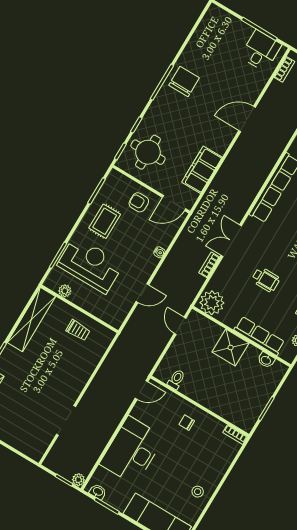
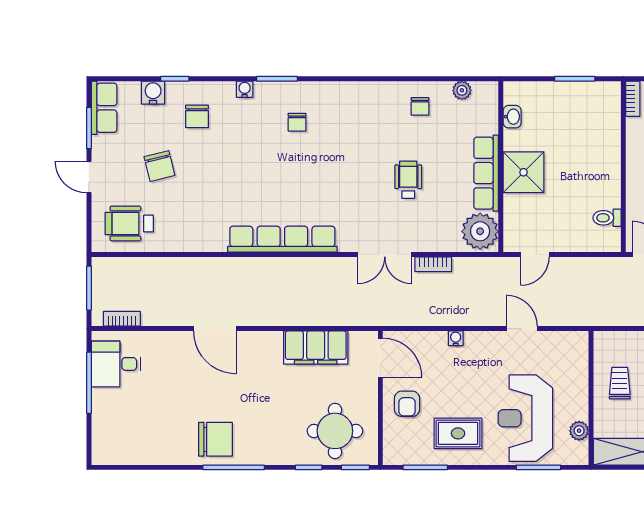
chair: (184, 82) -> (215, 439), turned 180
row of seats: (259, 336) -> (486, 173), moved

